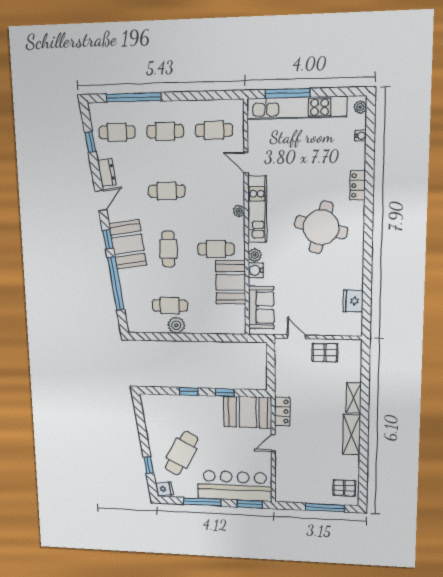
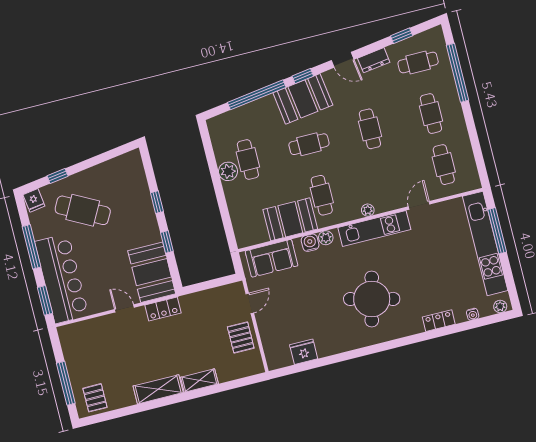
cafe table: (117, 132) -> (418, 63), turned 90
locker: (358, 185) -> (439, 321), moved

